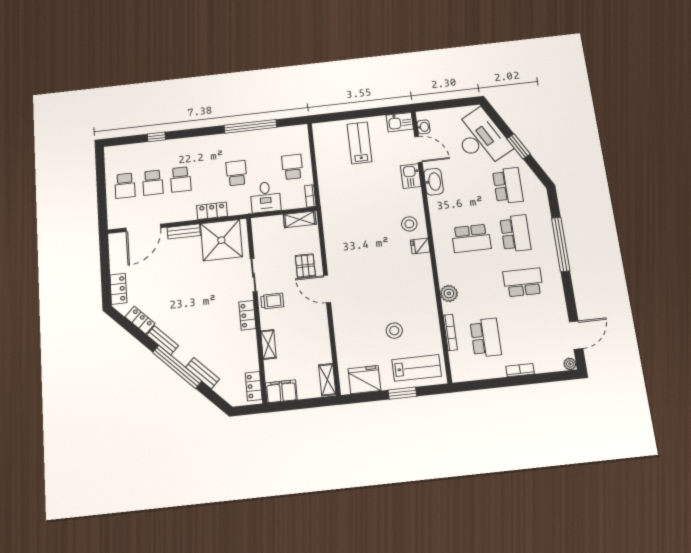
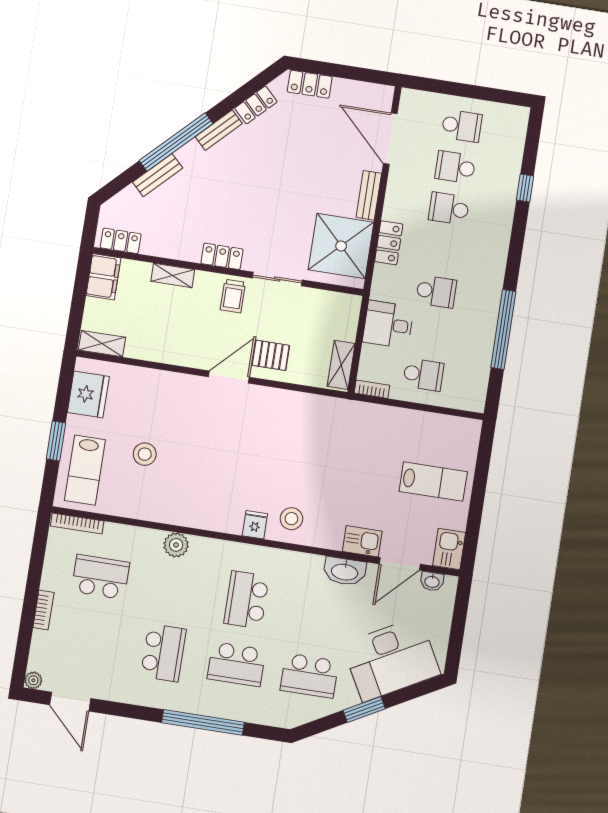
school desk: (125, 186) -> (462, 126), turned 180
bookcase: (450, 332) -> (77, 524), moved
school desk: (486, 338) -> (100, 577), turned 180

